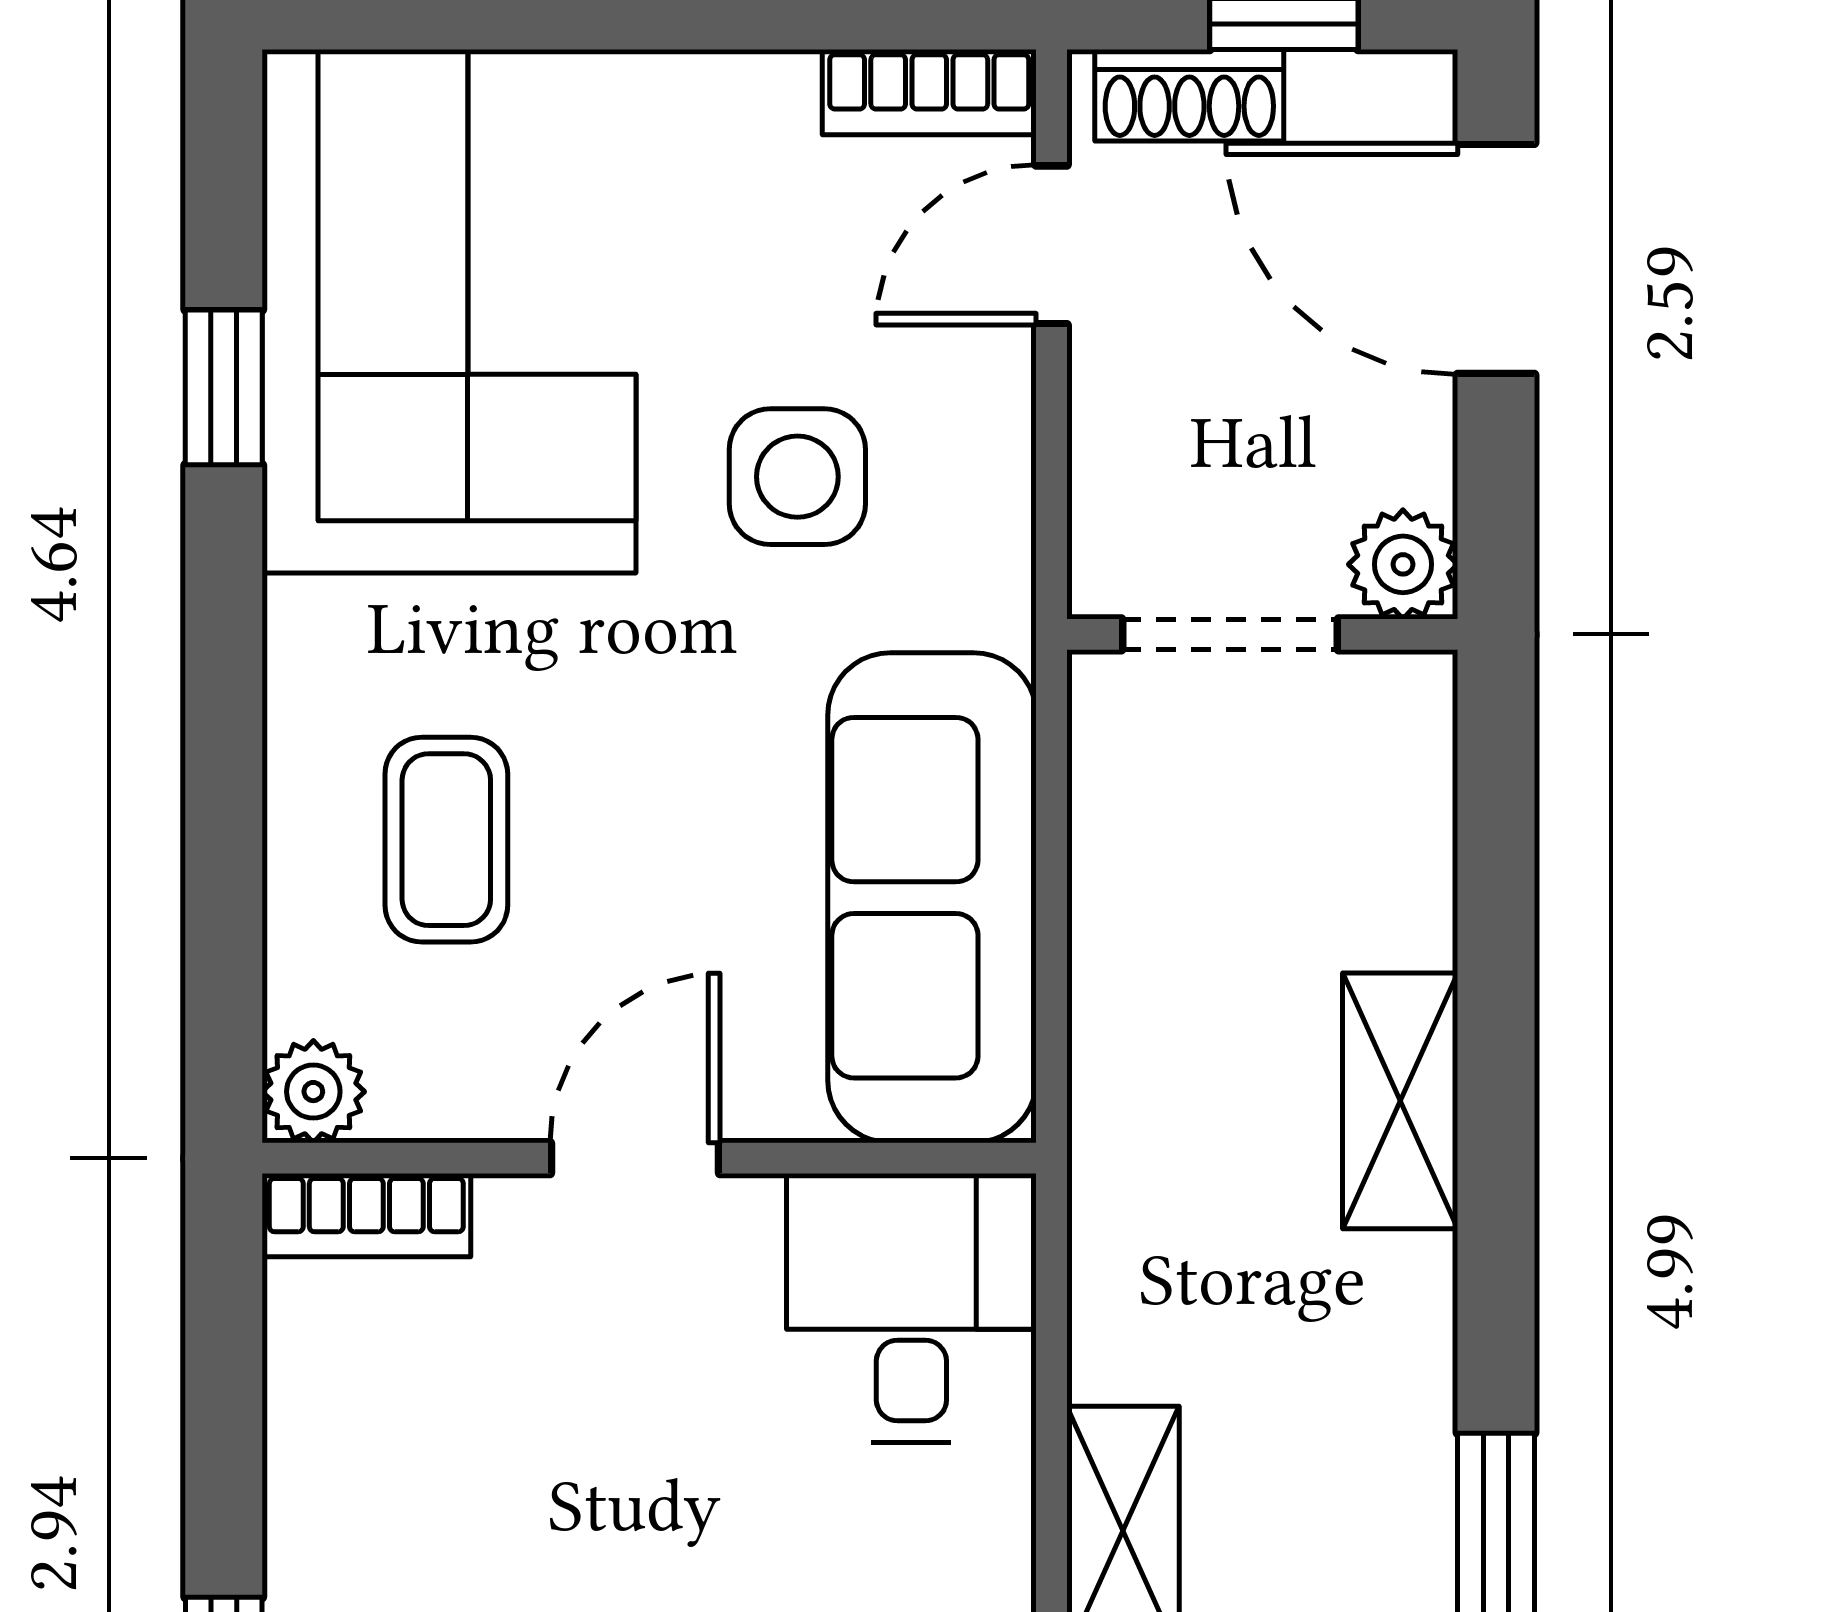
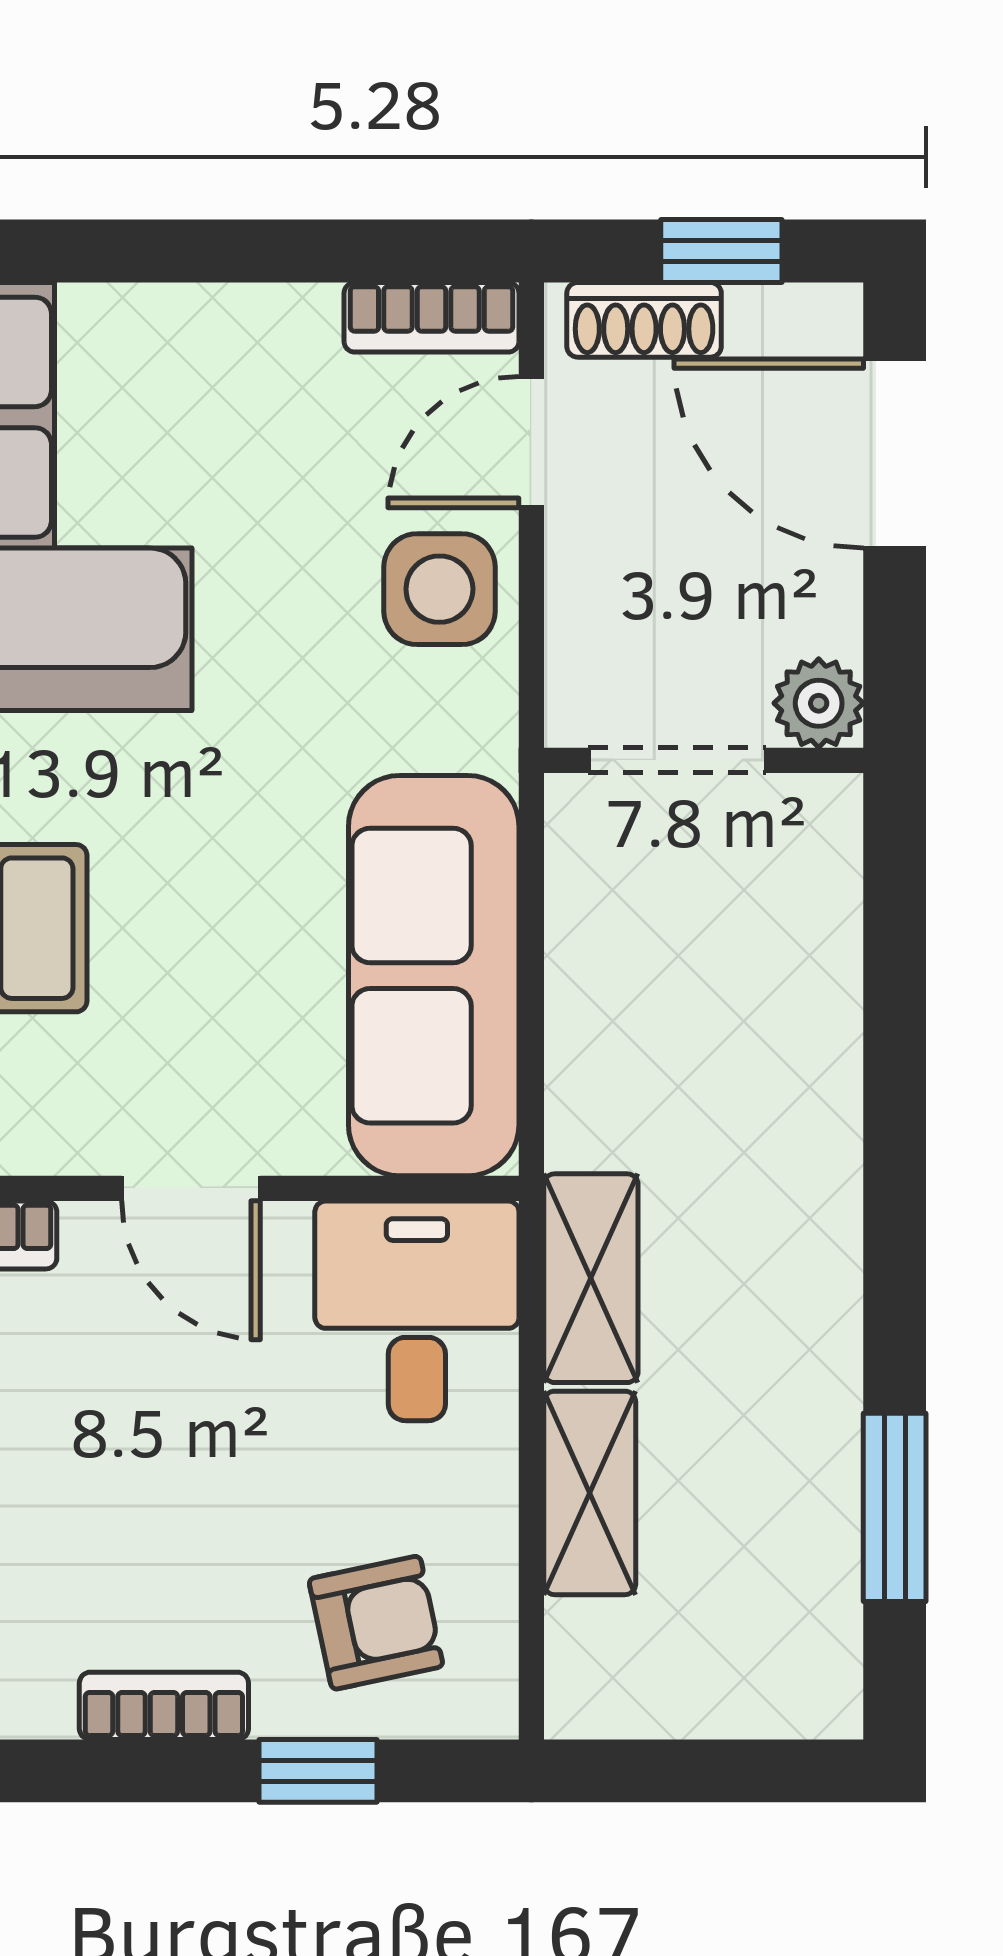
side table: (797, 477) -> (439, 589), moved
shelving: (1400, 1101) -> (591, 1278), moved
door: (635, 1158) -> (191, 1188), swing flipped

